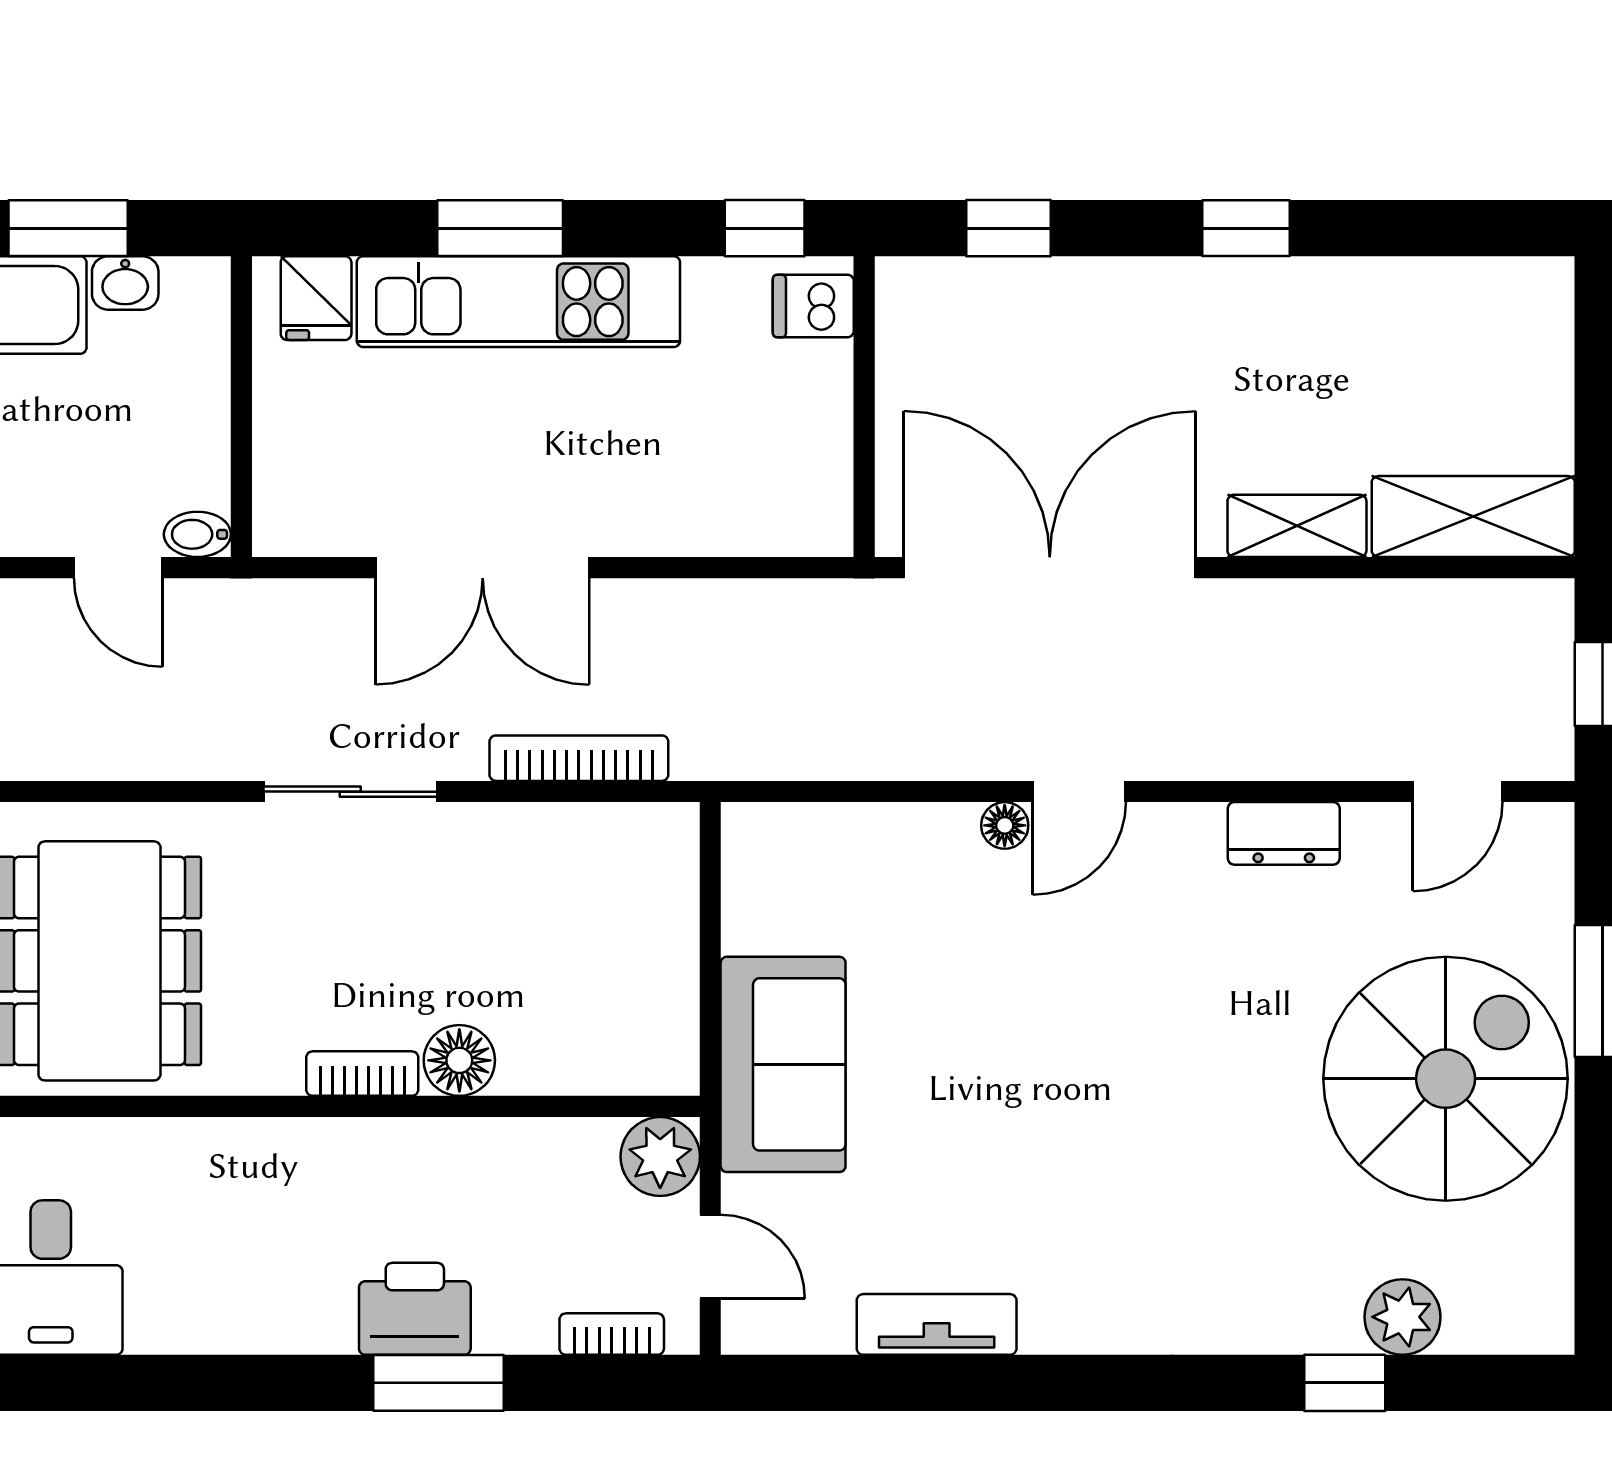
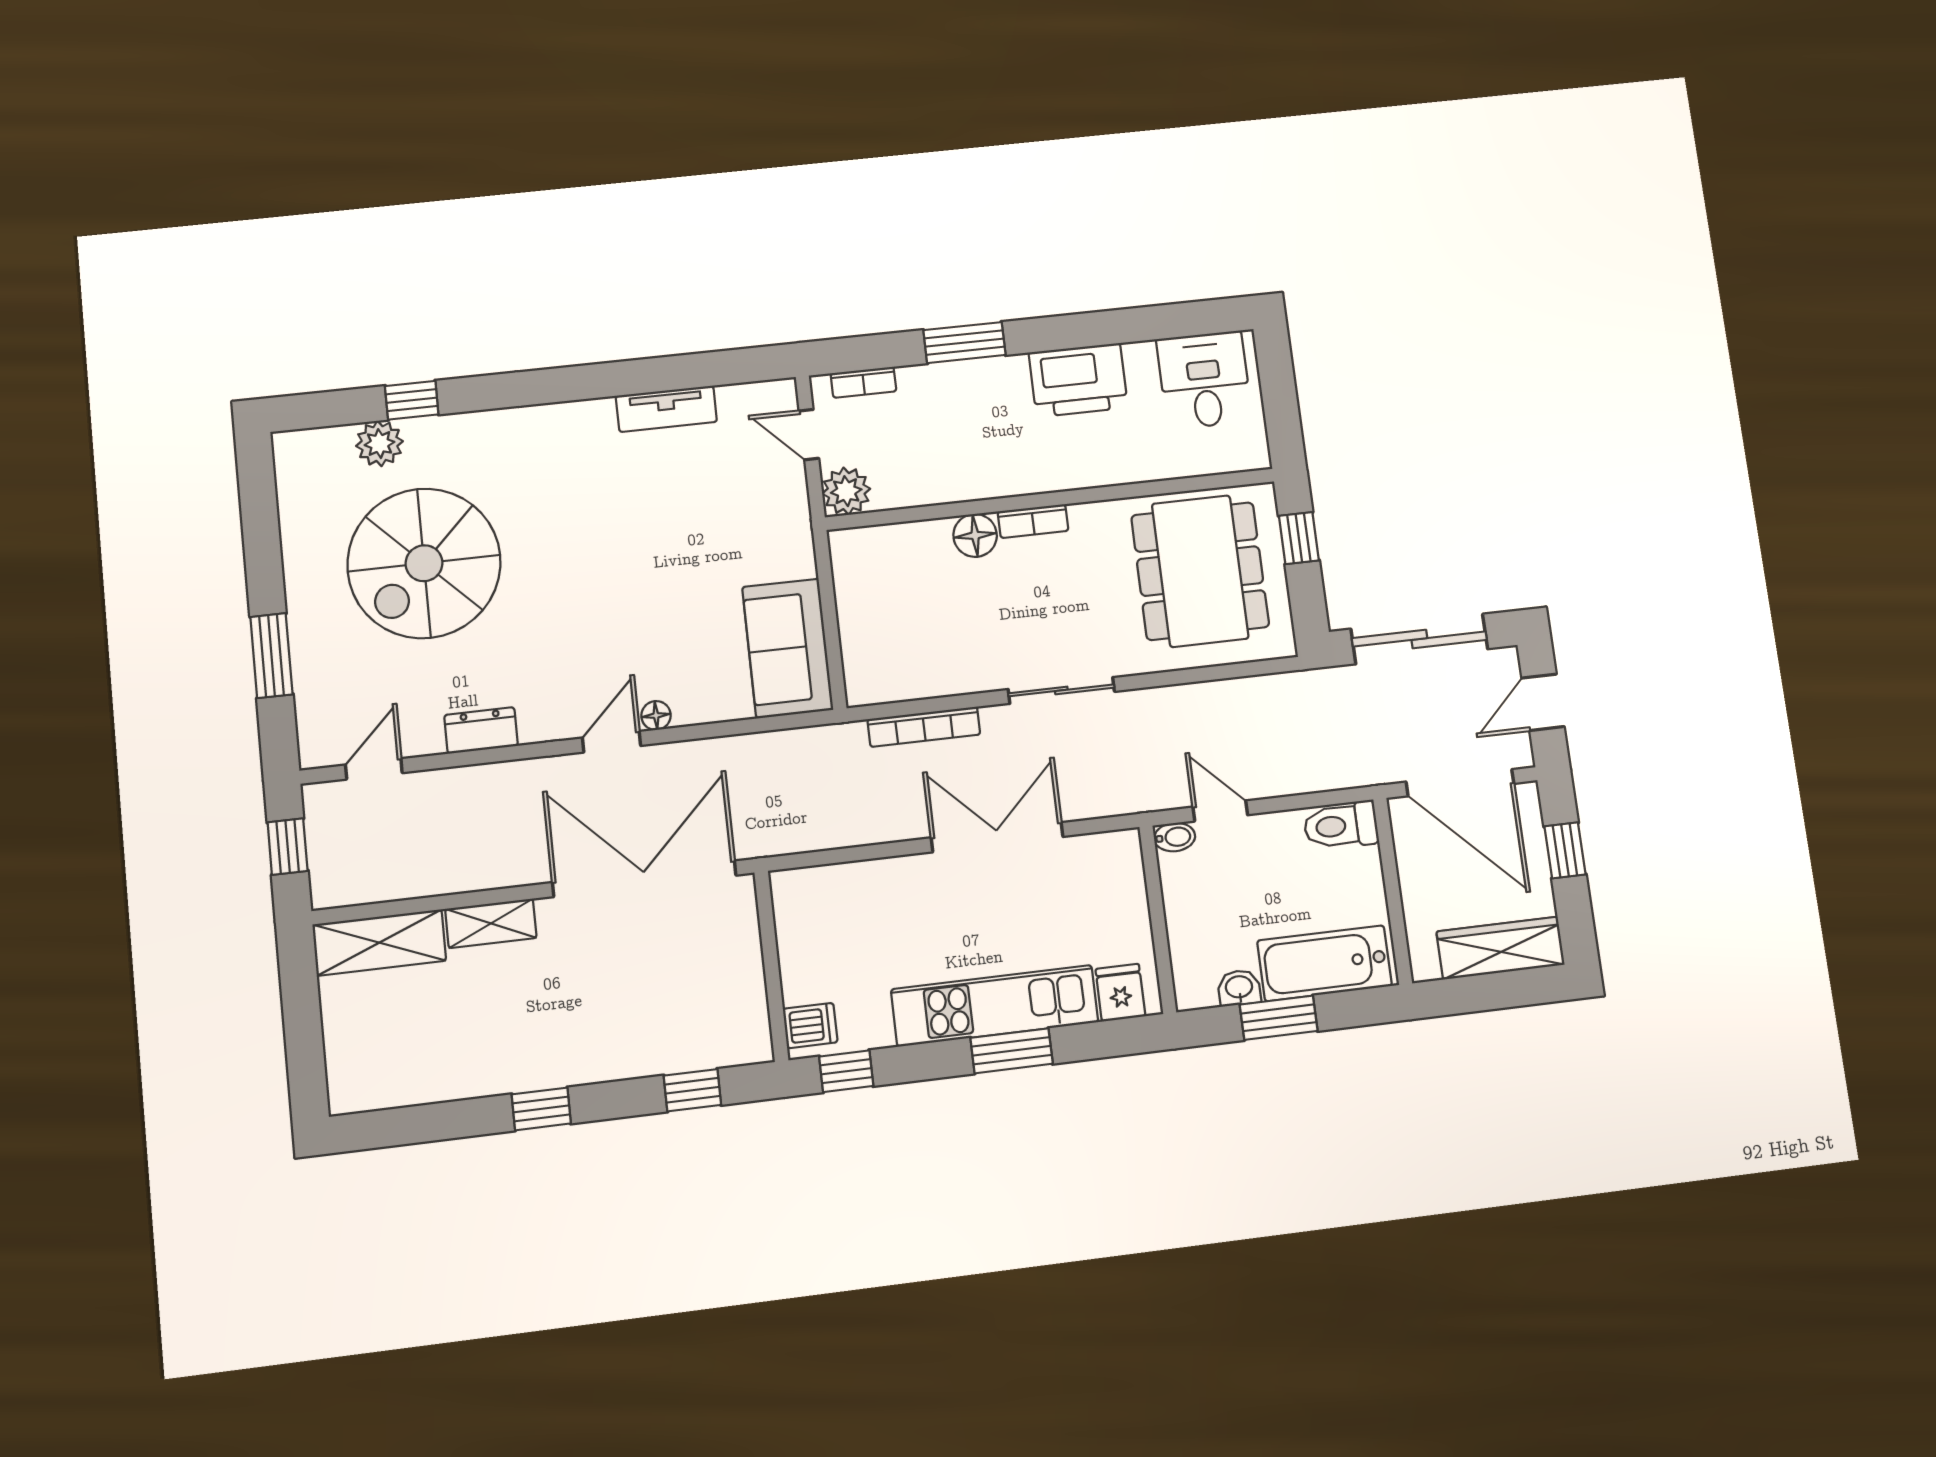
double door: (1050, 568) -> (644, 879), swing flipped
sofa: (783, 1064) -> (788, 648), moved
spiral stairs: (1446, 1079) -> (424, 563), moved
printer: (415, 1309) -> (1078, 380), moved, width x1.37, depth x1.19

